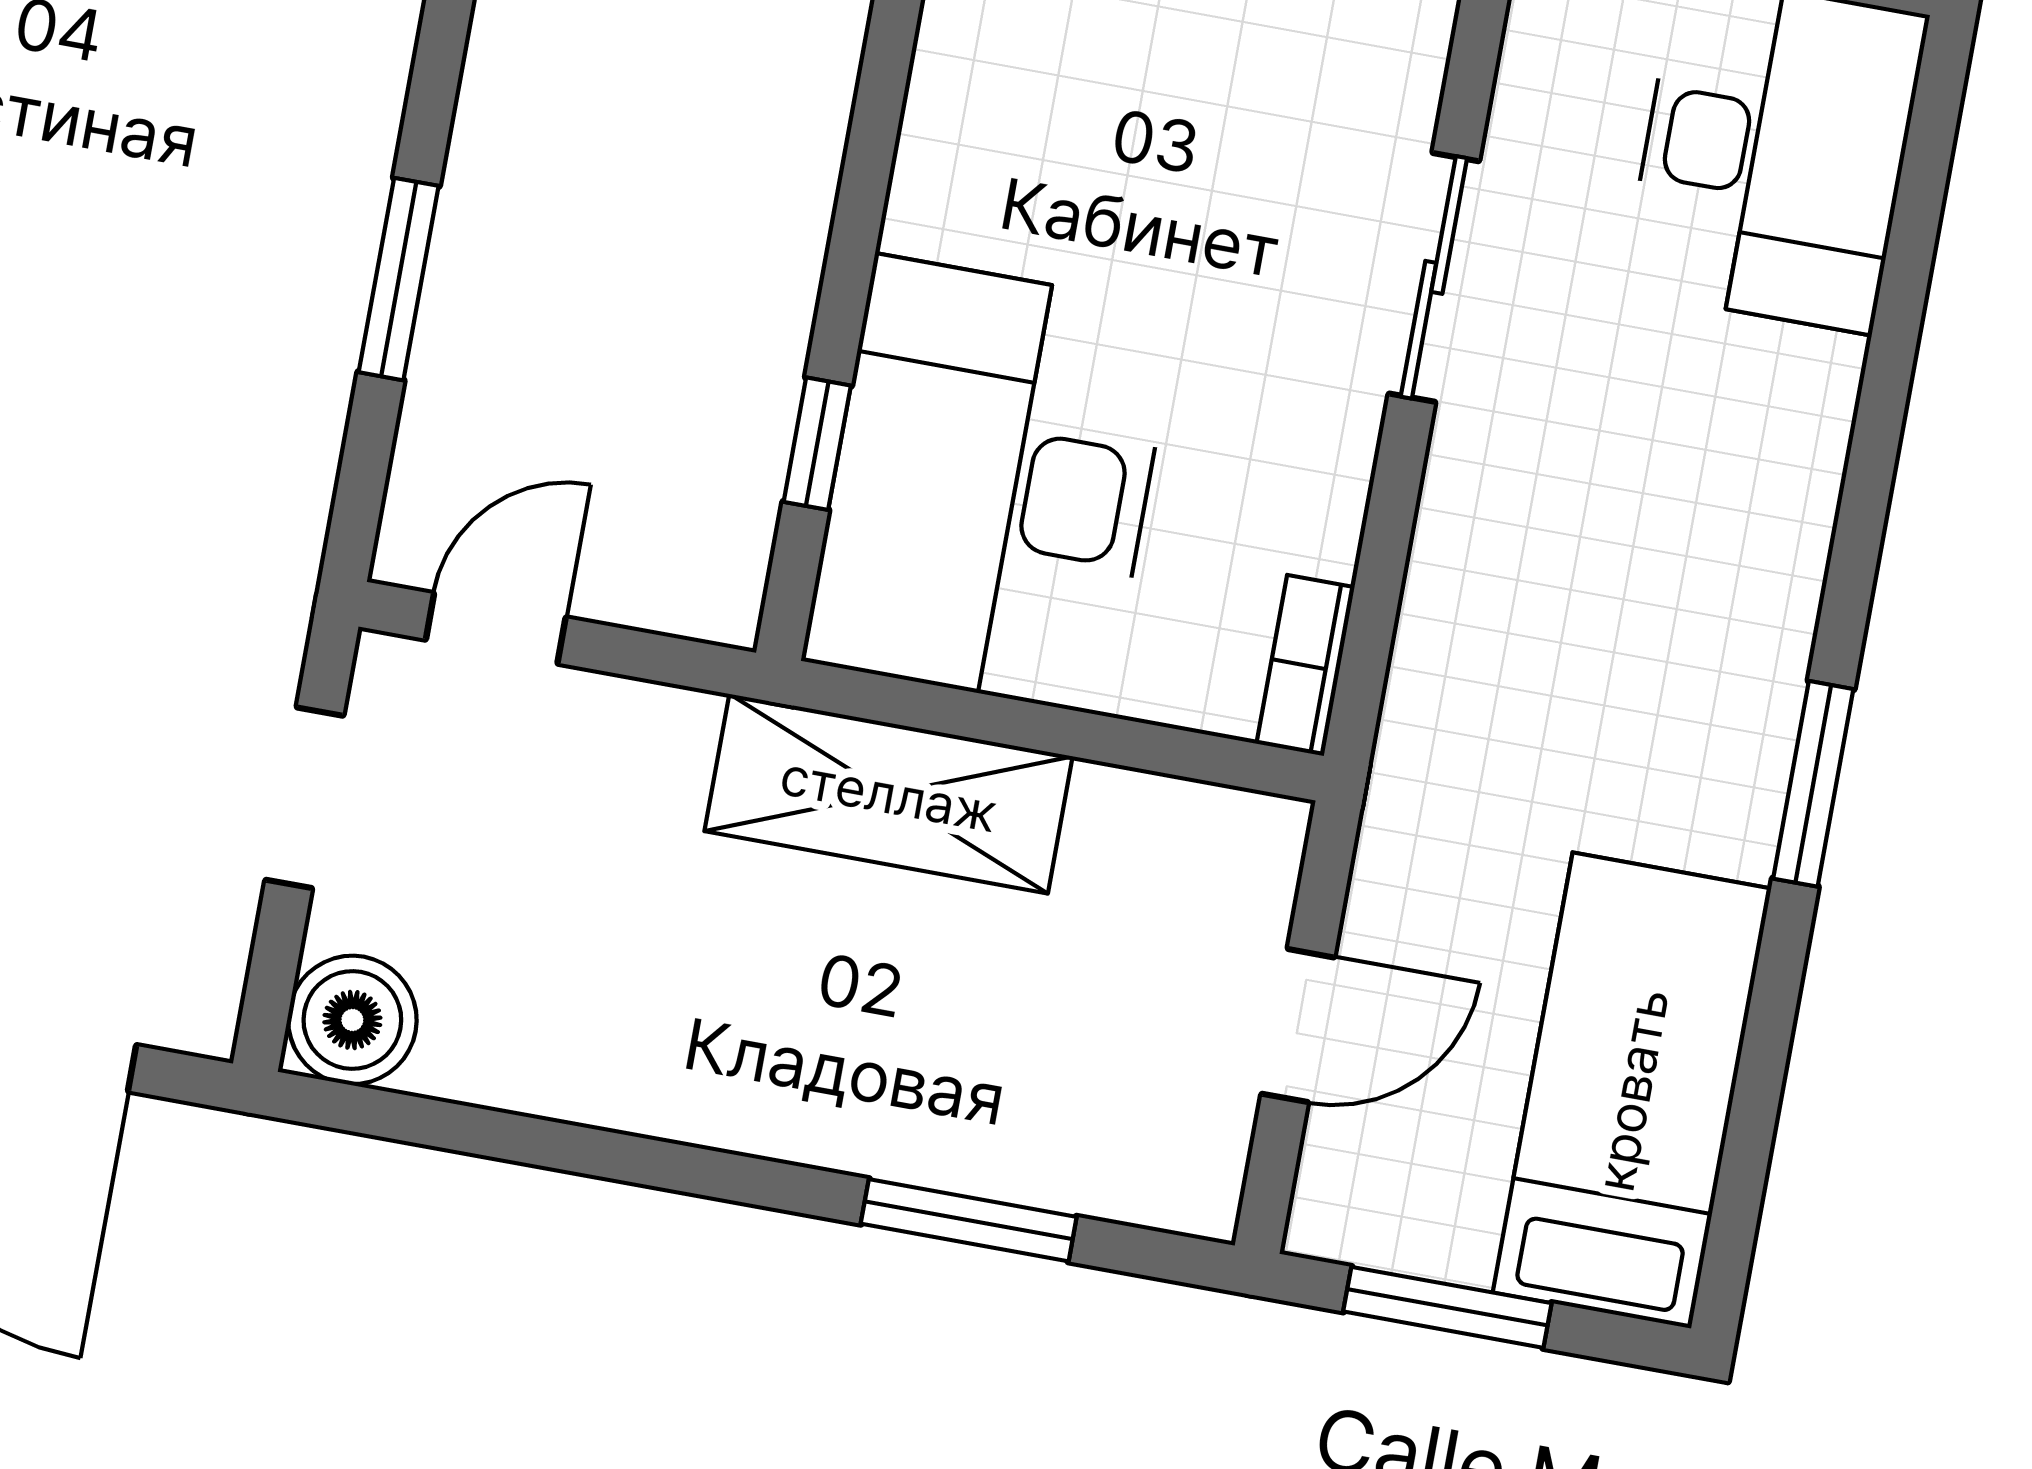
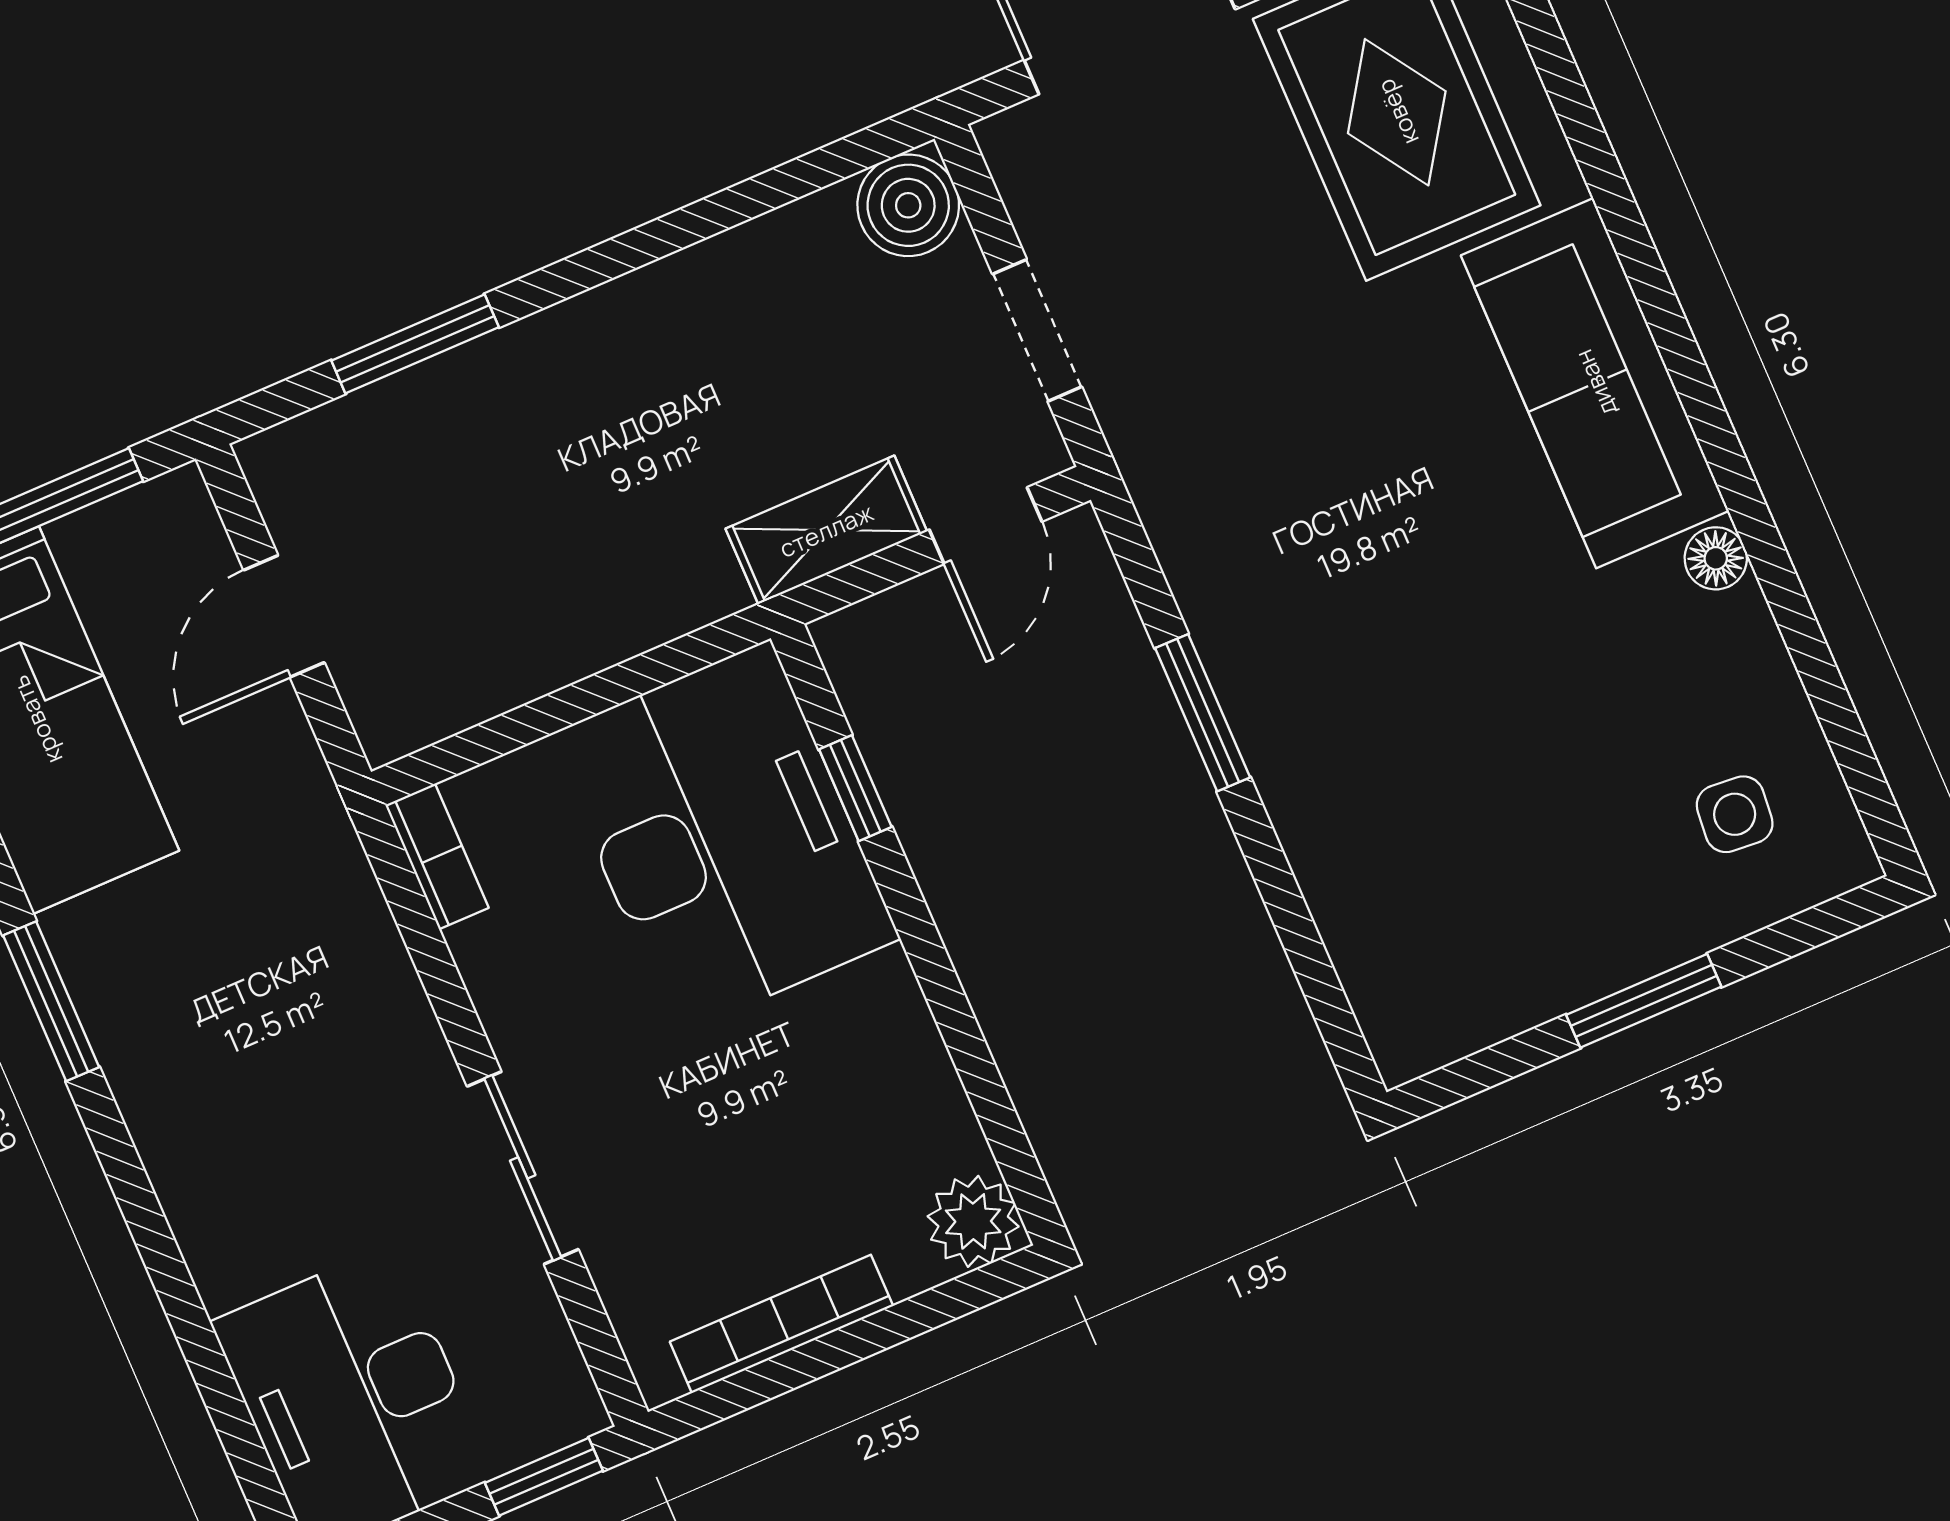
shelving: (889, 794) -> (826, 530), moved, width x0.67, depth x0.75

